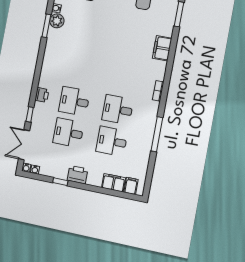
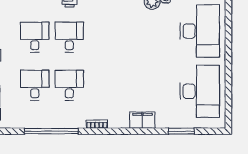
window: (157, 134) -> (51, 131), width x1.46

